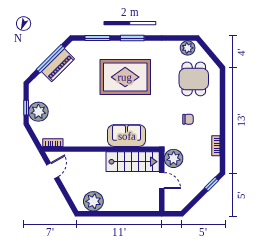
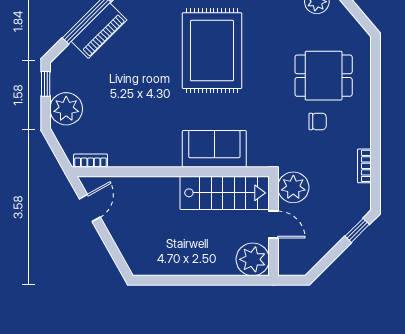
rug: (125, 77) -> (212, 51), turned 90
dining table: (194, 79) -> (324, 76), moved, turned 90
window: (26, 108) -> (46, 84), moved
plant: (93, 201) -> (253, 259), moved

